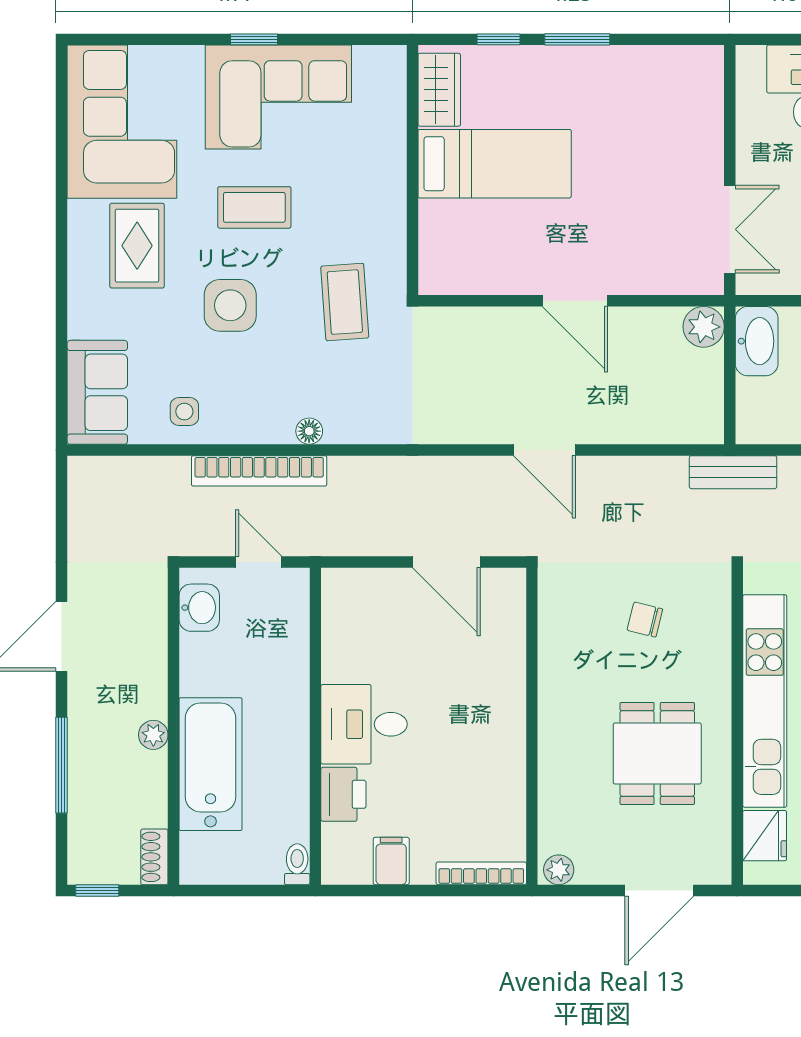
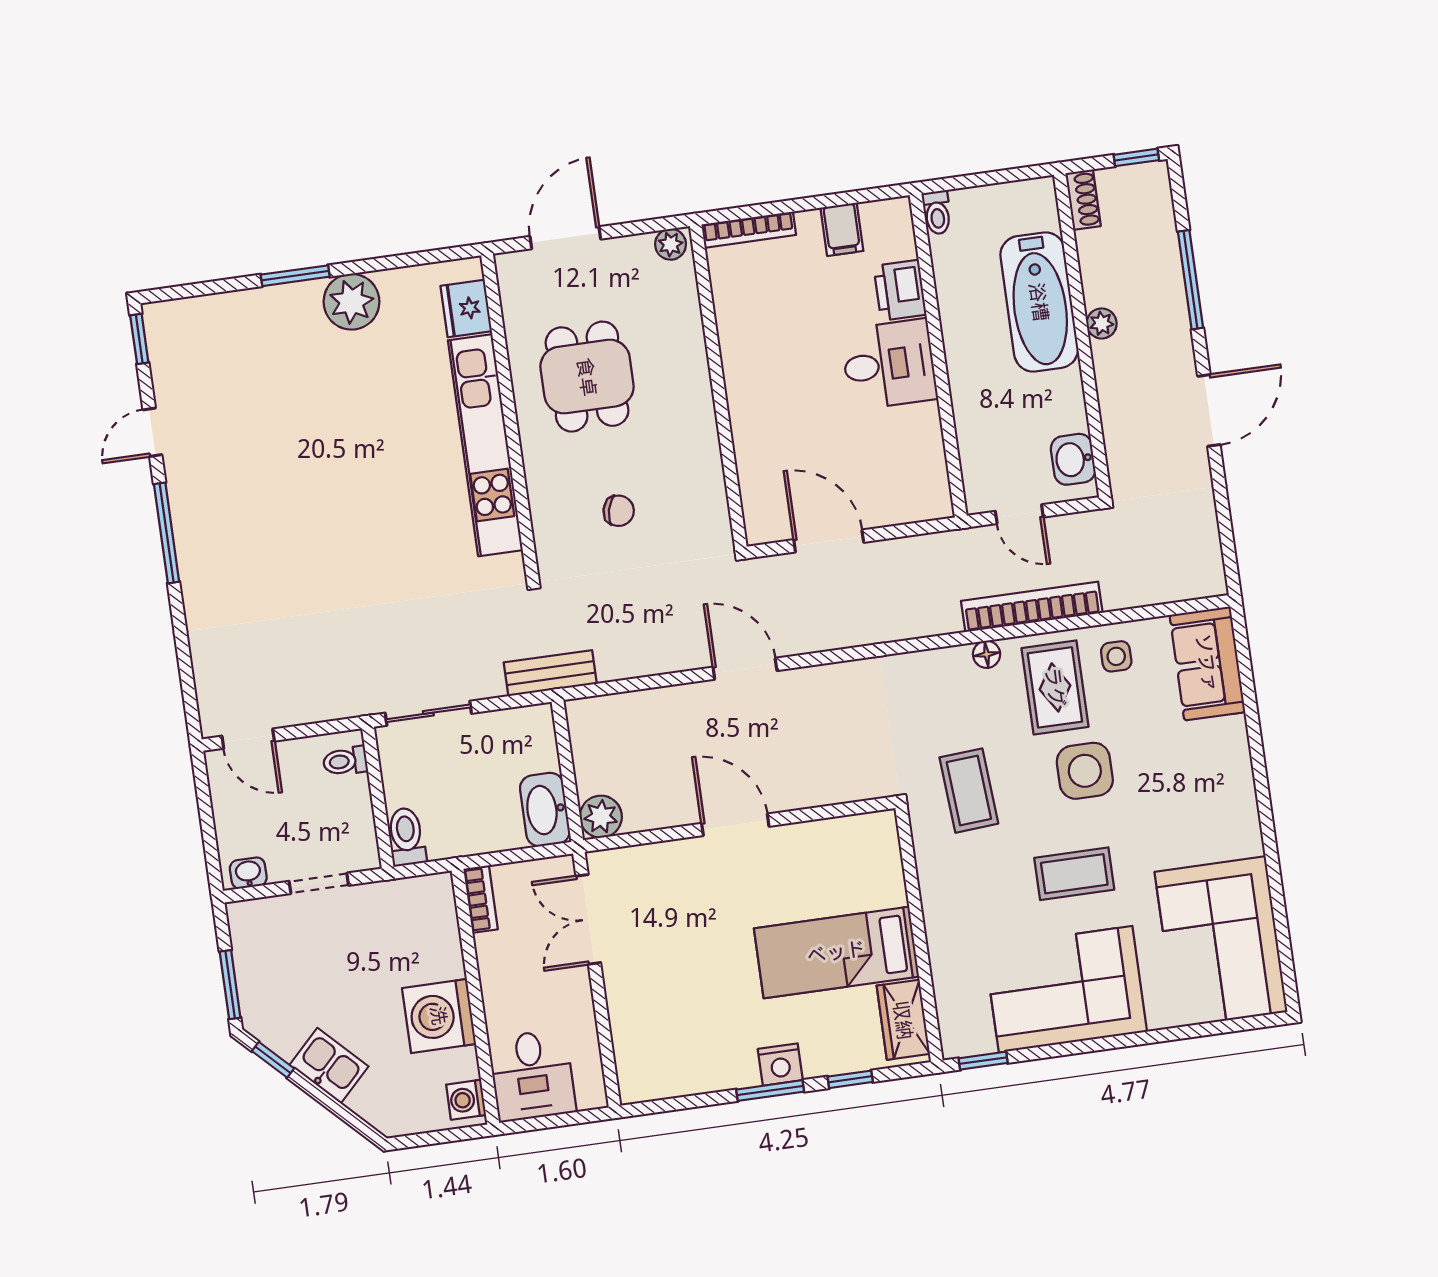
window: (254, 39) -> (983, 1061), moved
nightstand: (564, 63) -> (780, 1065), added
rug: (137, 246) -> (1055, 687), moved

